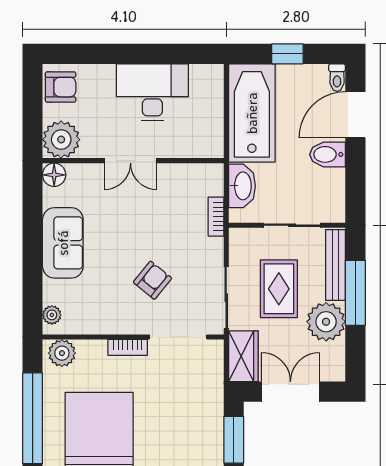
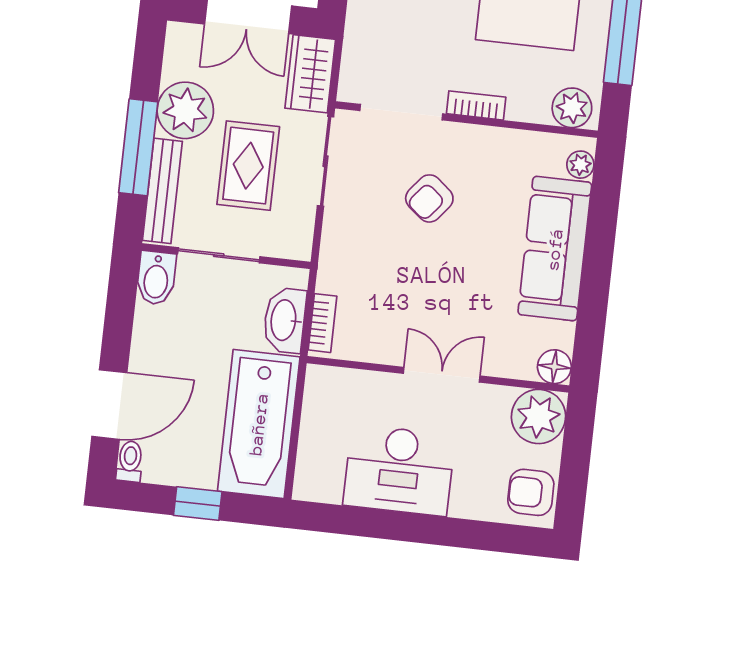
bidet: (328, 154) -> (156, 278), moved, turned 90
bookcase: (216, 217) -> (322, 323), moved
sofa: (63, 243) -> (555, 249), width x1.36

